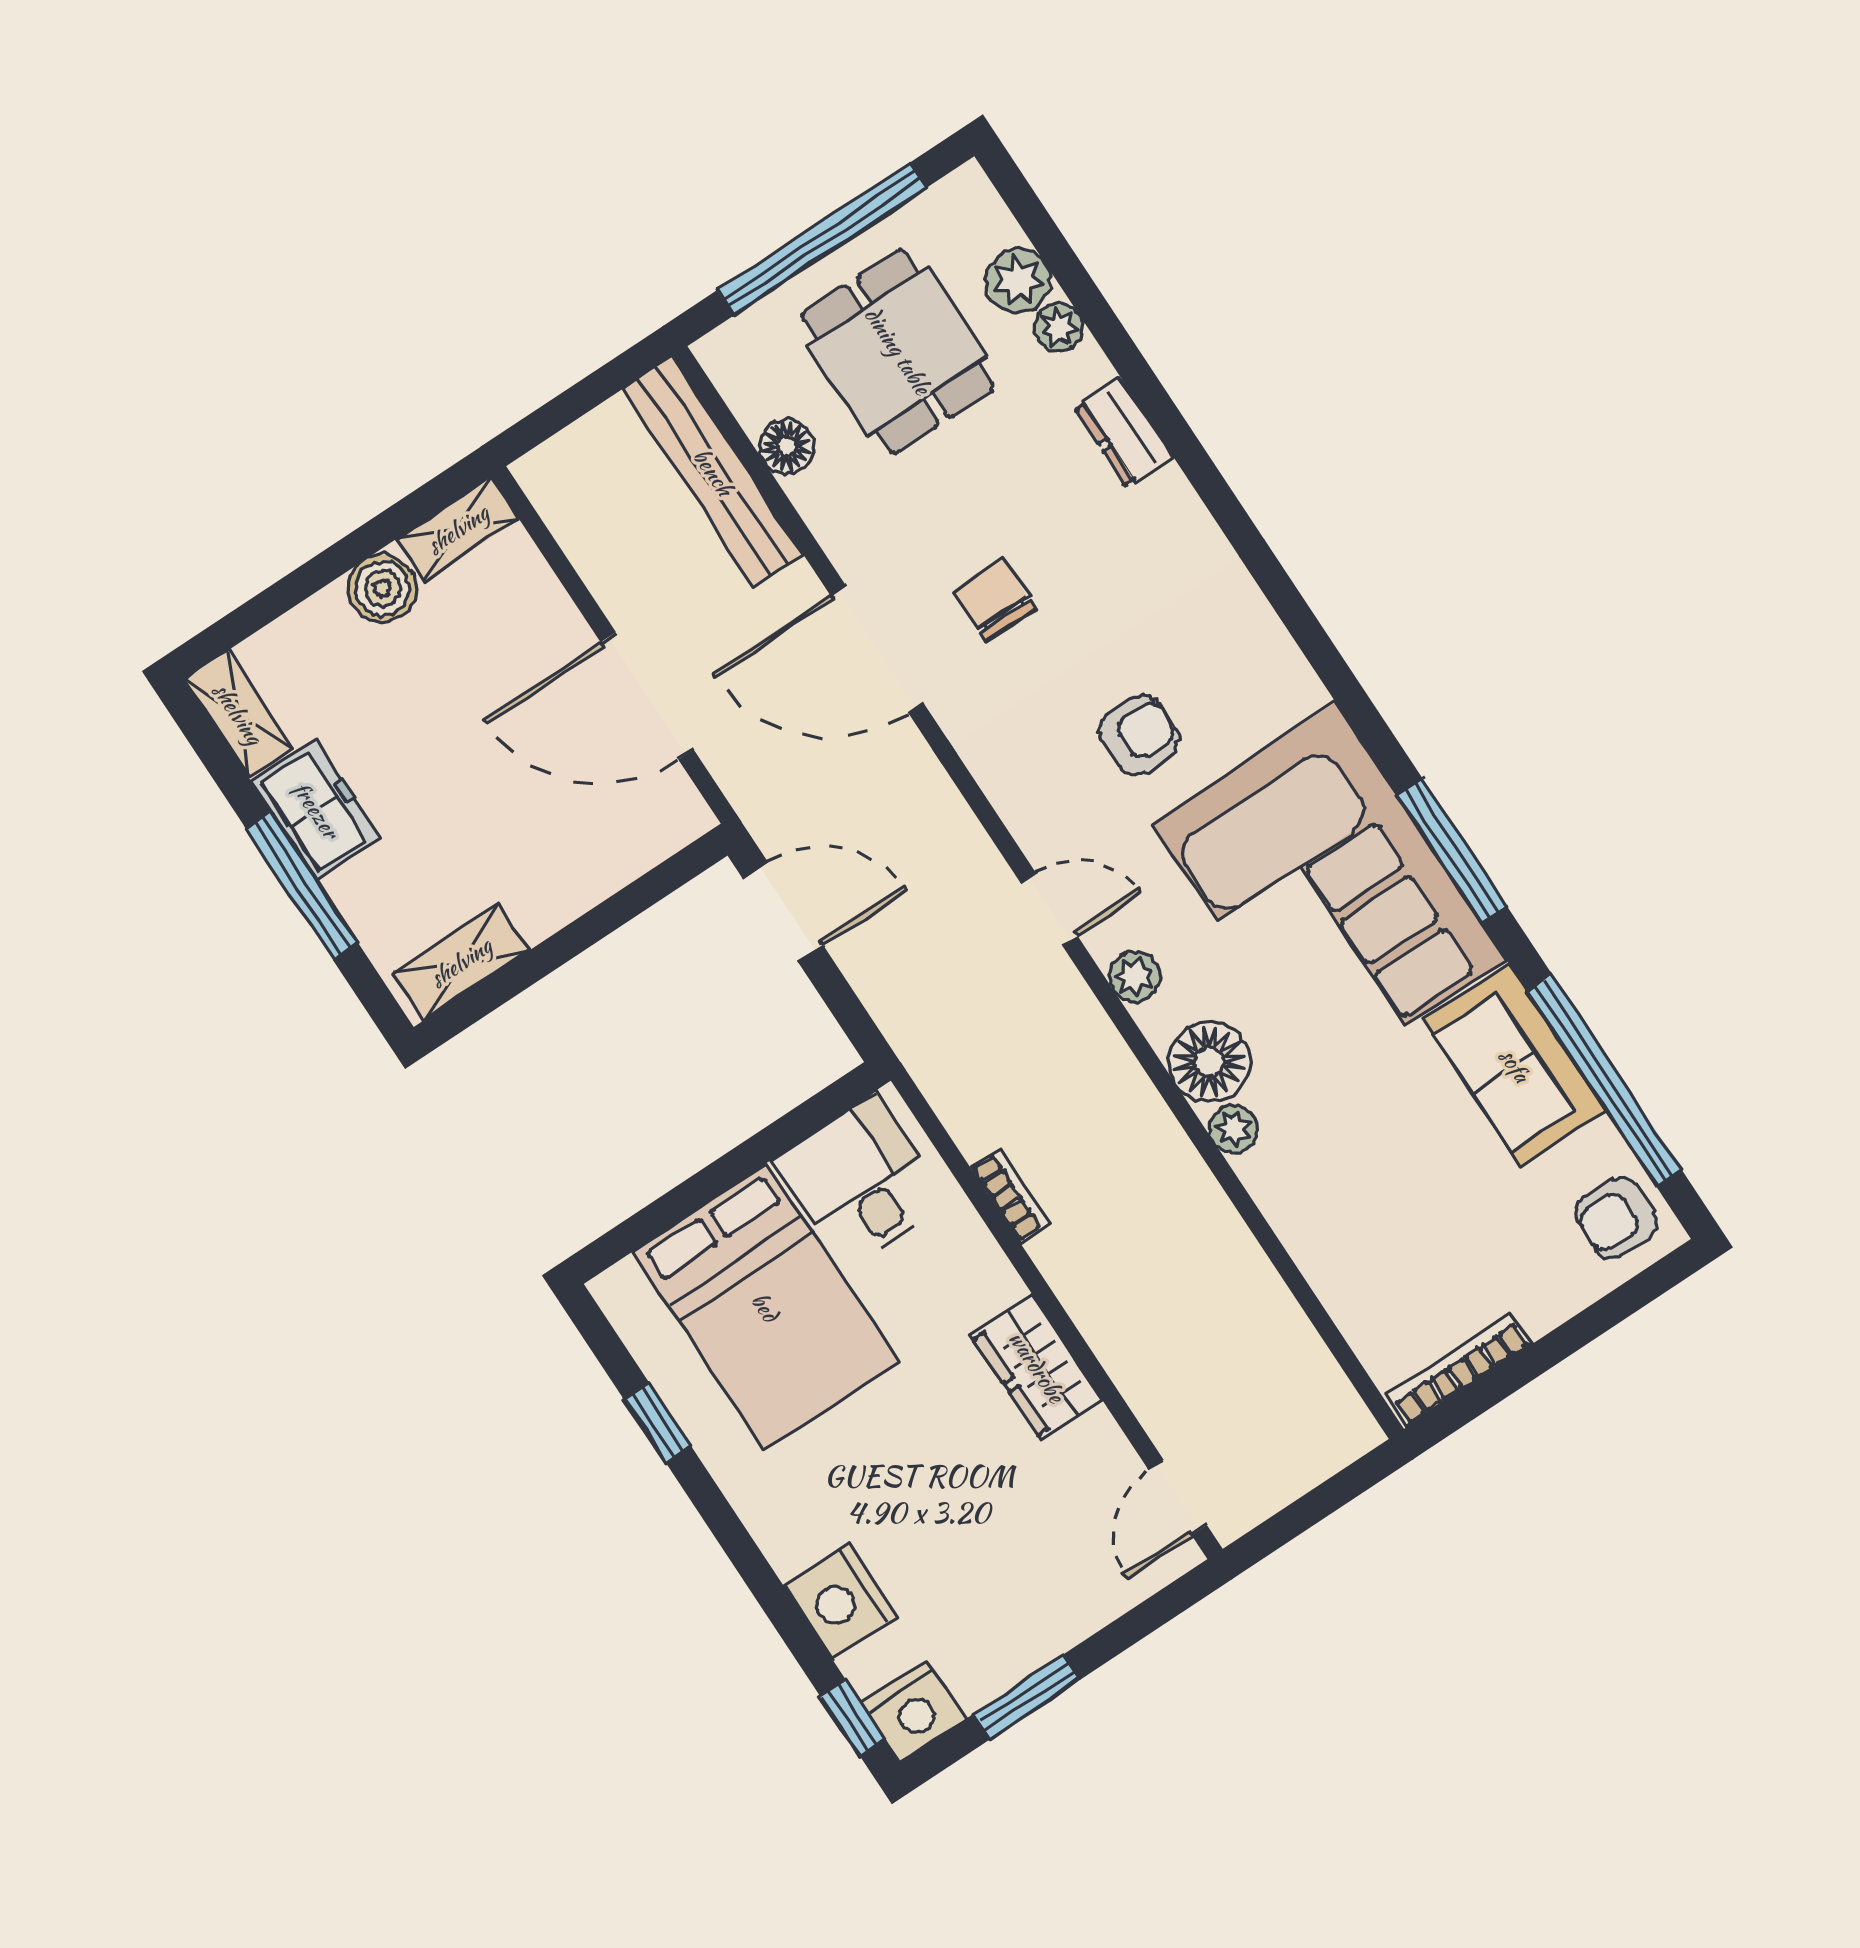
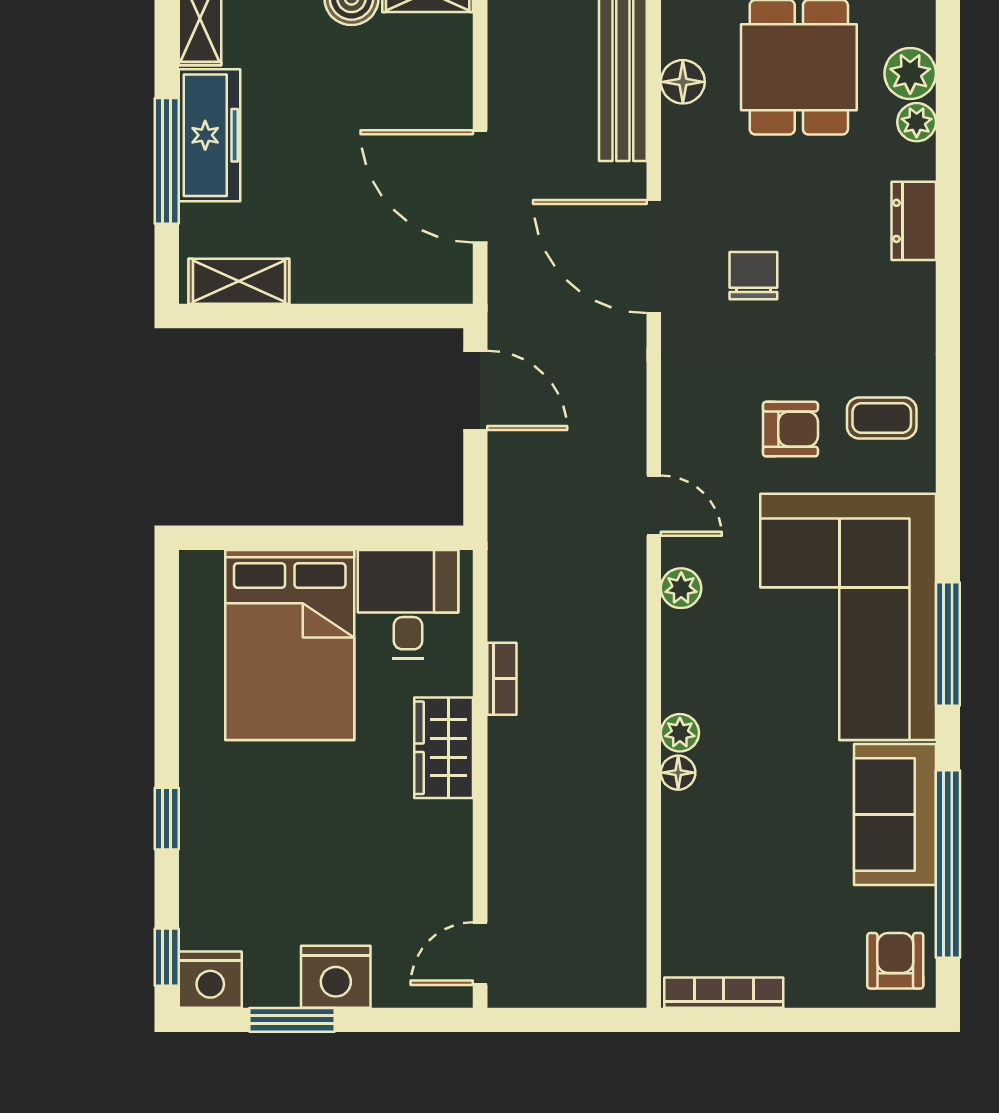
coffee table: (1227, 660) -> (882, 418), added
freezer: (316, 810) -> (210, 135), width x1.40
floor lamp: (1209, 1062) -> (678, 773), moved, width x0.53, depth x0.53
armchair: (1616, 1218) -> (895, 961), turned 87
wardrobe: (1037, 1367) -> (444, 748), moved
window: (657, 1423) -> (167, 819), moved
nightstand: (841, 1602) -> (336, 977), moved, turned -90

